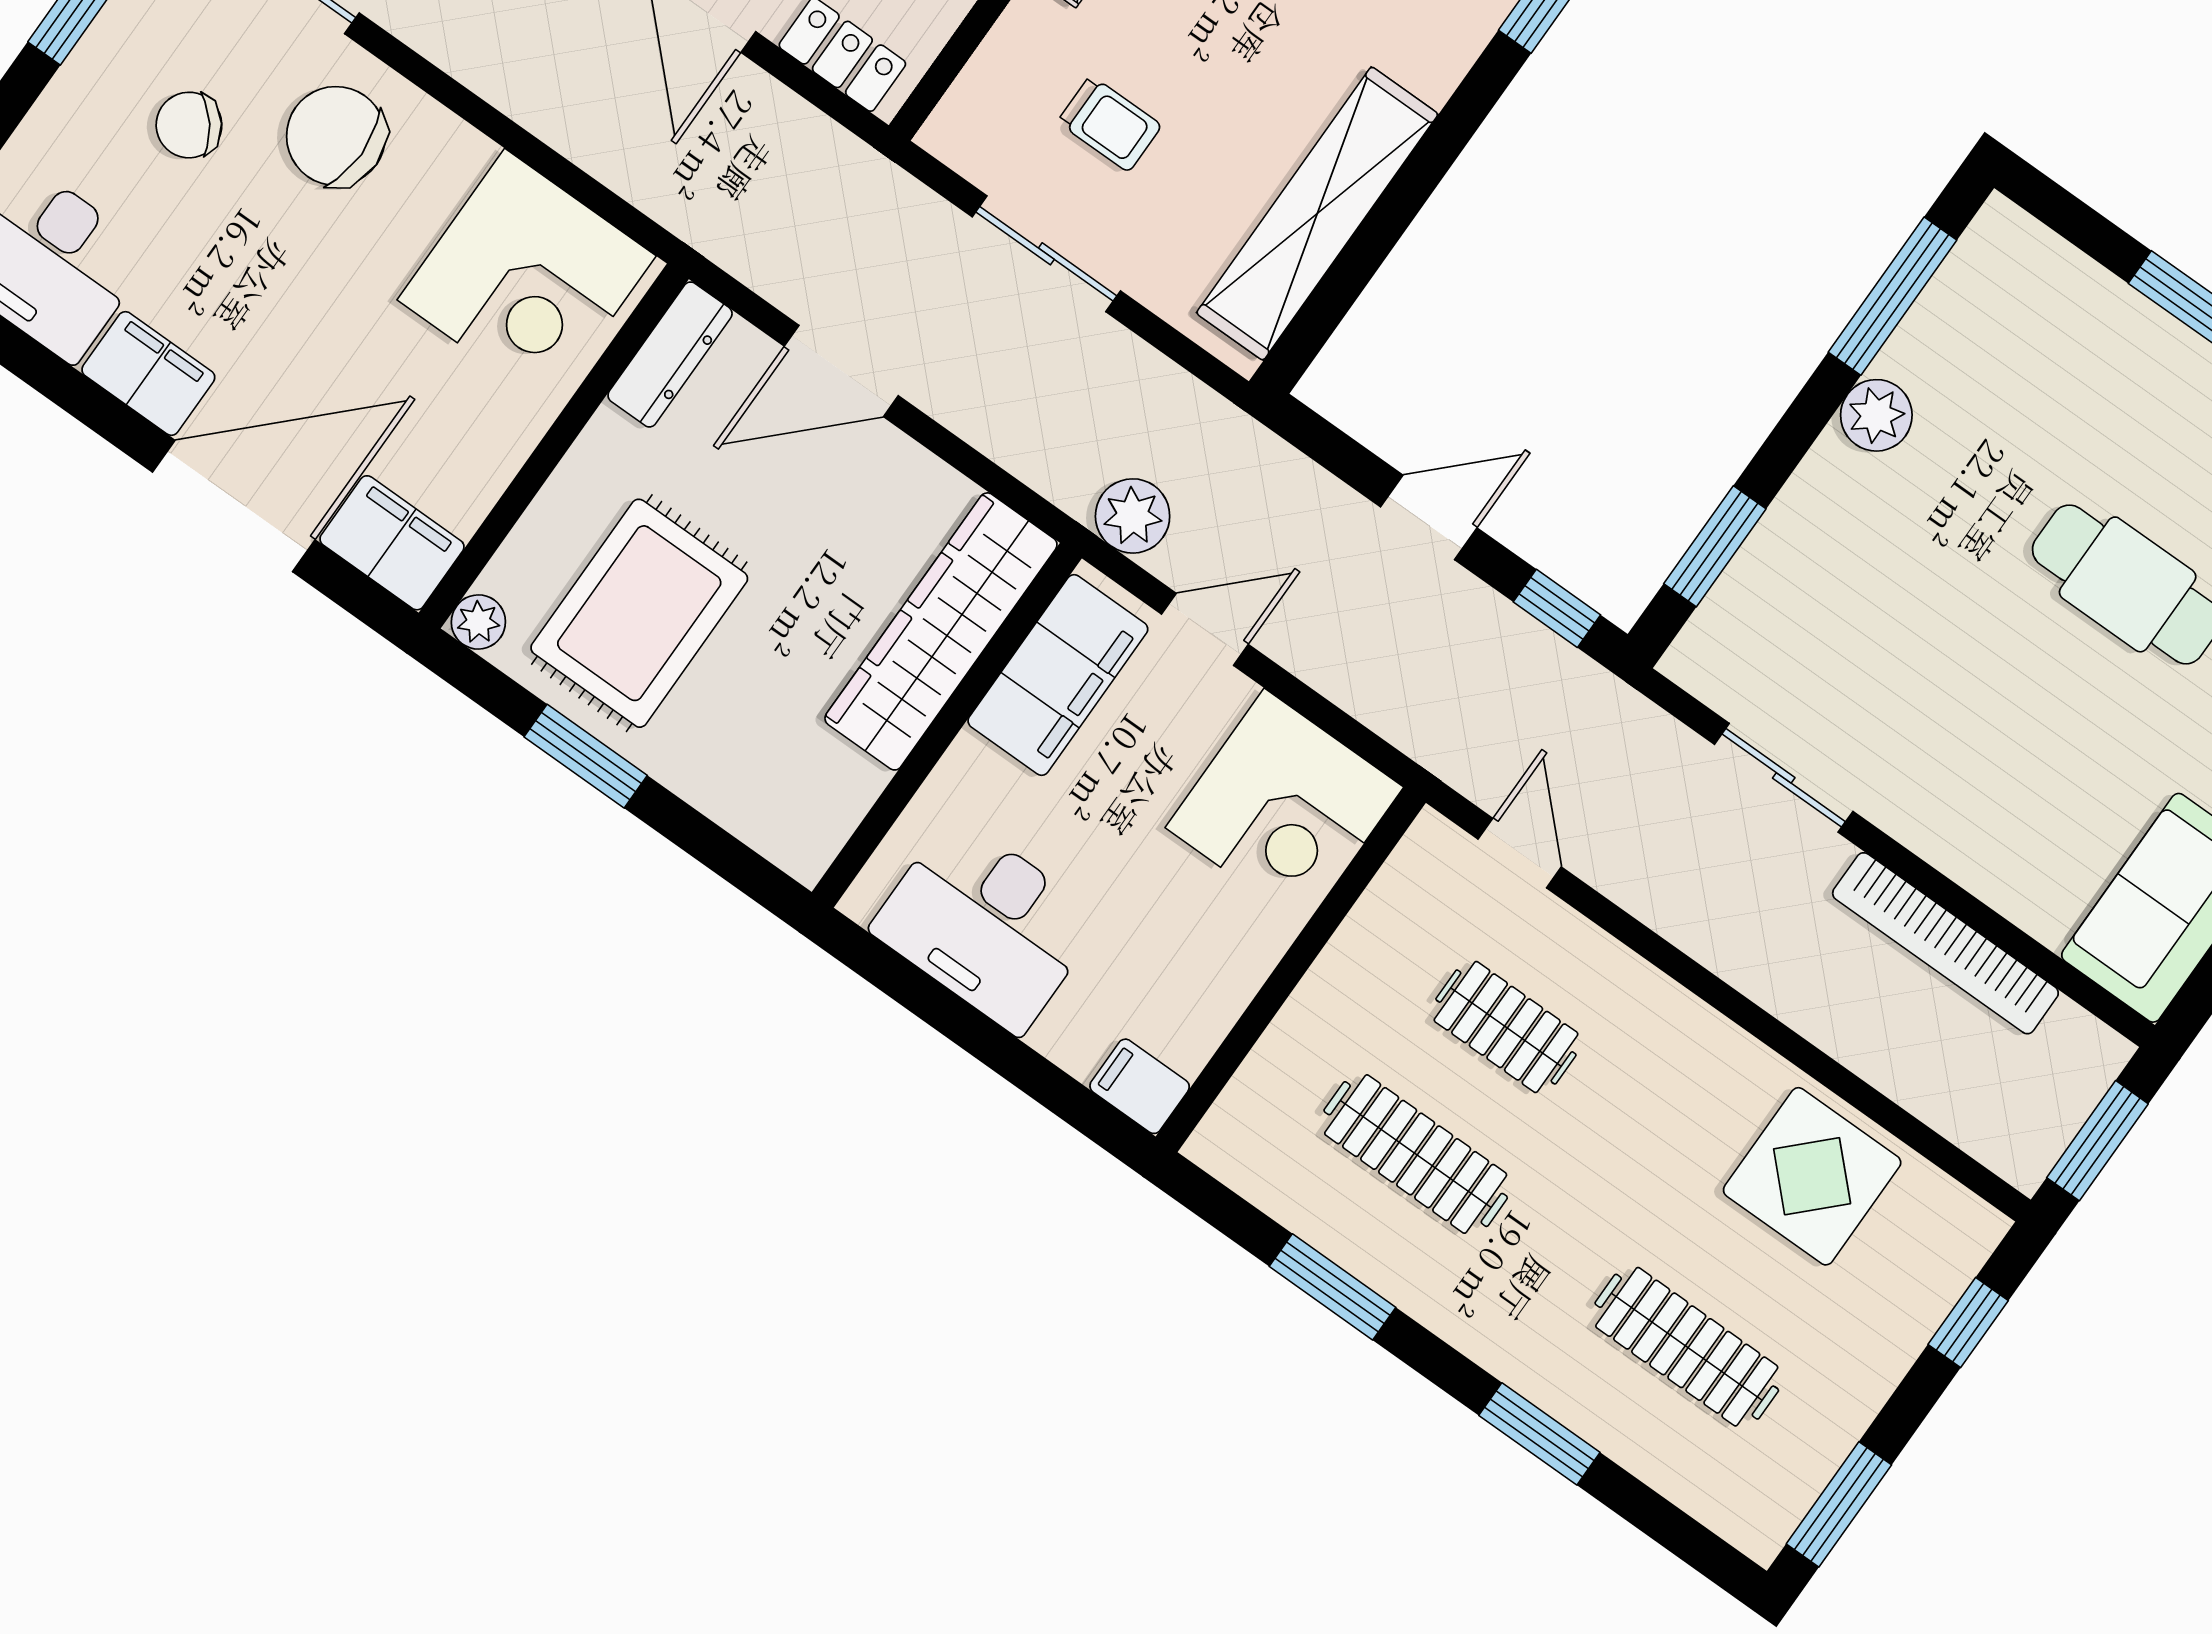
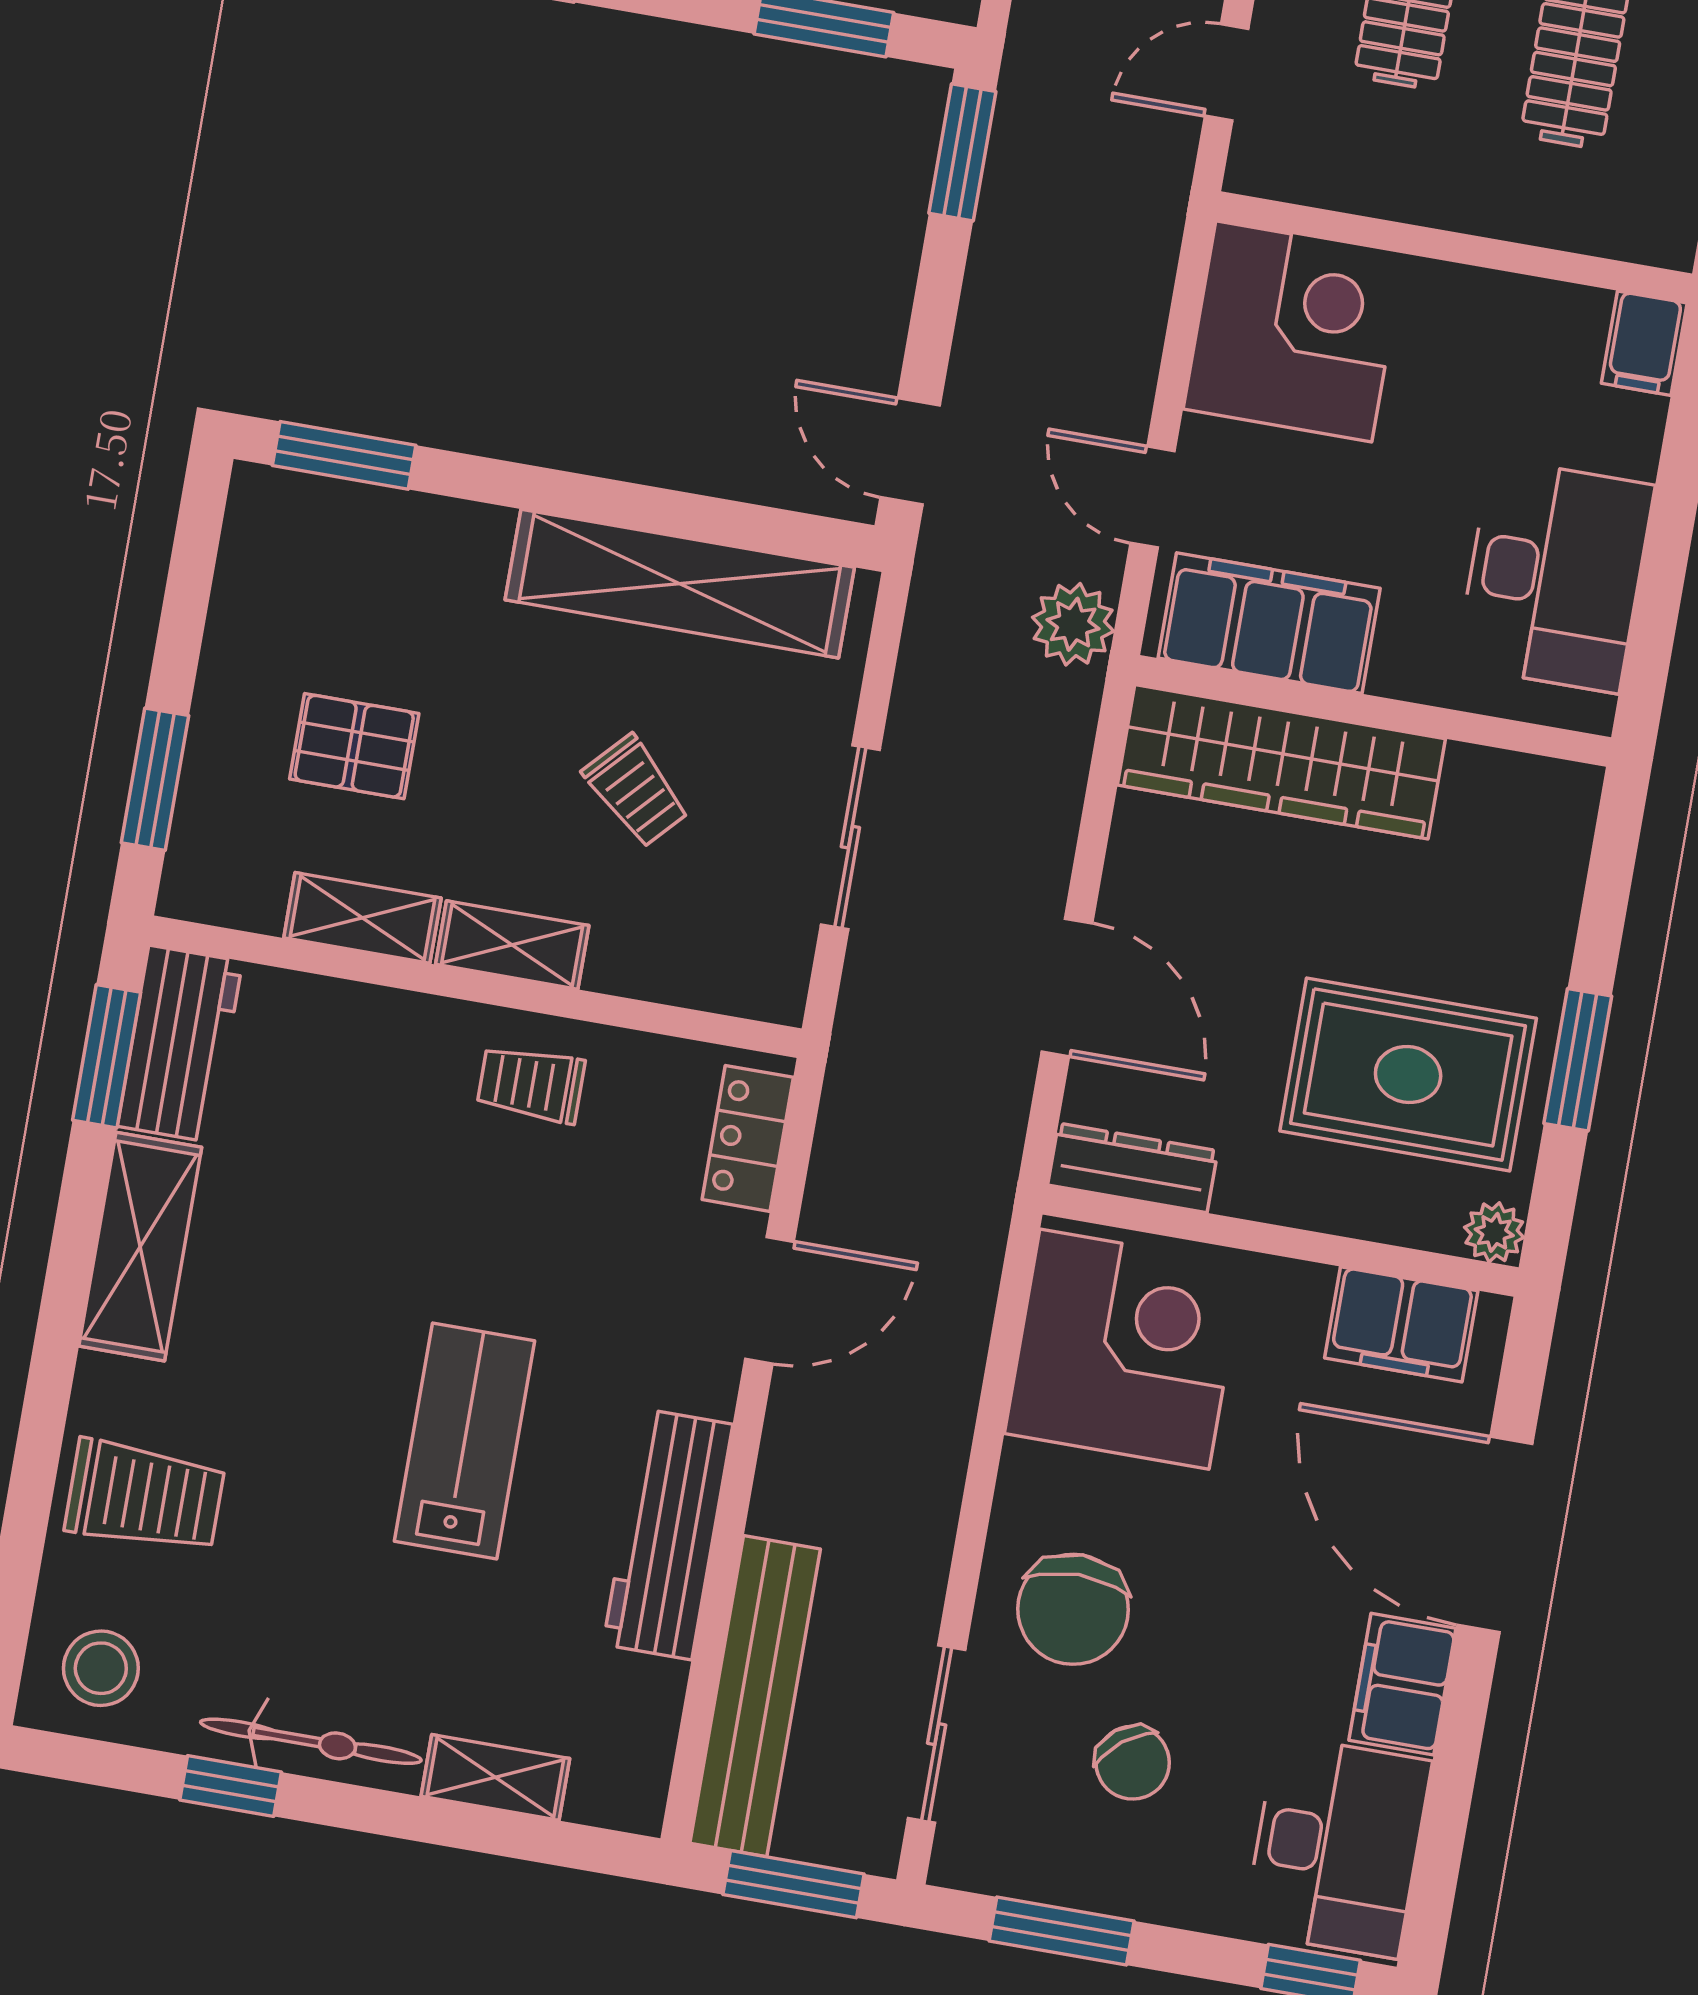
trolley: (1110, 124) -> (636, 791), moved, turned 133
door: (1429, 517) -> (910, 451), moved
filing cabinet: (392, 543) -> (1401, 1324), moved, turned -90
window: (1557, 608) -> (962, 152), width x1.50

